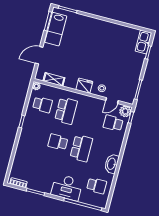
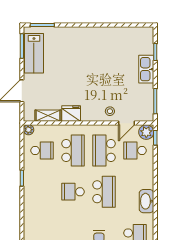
kitchen sink: (143, 42) -> (146, 69), moved
fridge: (84, 86) -> (71, 114), moved
school desk: (90, 117) -> (104, 151), added

